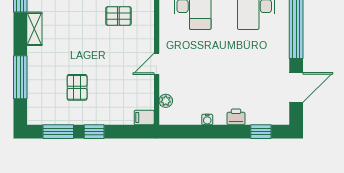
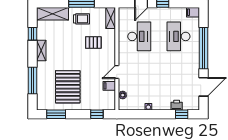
pallet: (77, 87) -> (68, 87), width x2.05, depth x2.00
printer: (236, 117) -> (177, 105), moved
filing cabinet: (144, 118) -> (109, 86), moved
window: (94, 132) -> (97, 114), moved

